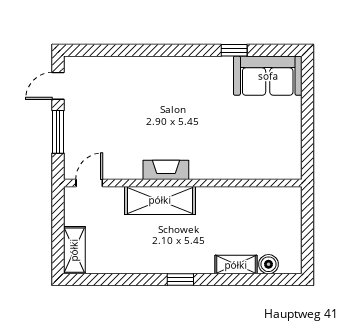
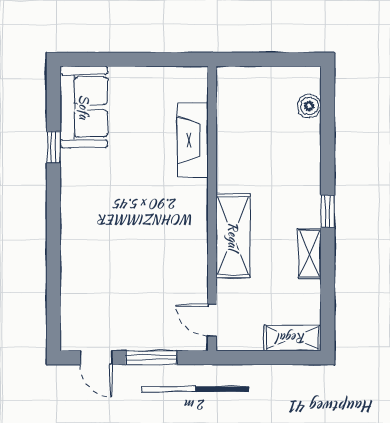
fireplace: (166, 170) -> (193, 140), moved, width x1.37, depth x1.32
shelving: (236, 265) -> (310, 254), moved

